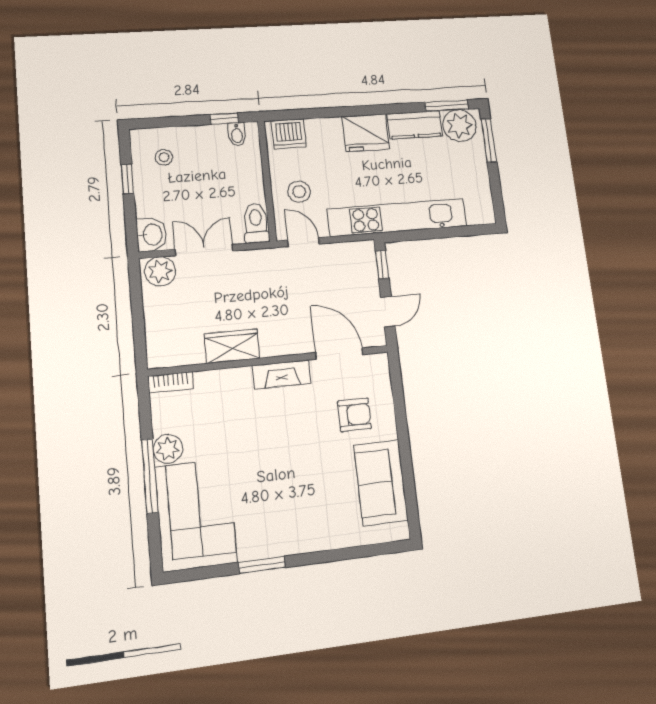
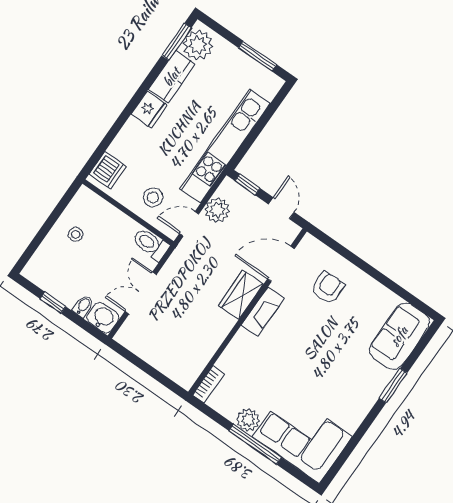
window: (224, 119) -> (62, 205), removed
fridge: (366, 133) -> (149, 110), width x0.73, depth x0.75
bidet: (237, 134) -> (83, 306), moved, turned -90
window: (489, 140) -> (258, 56), moved
stool: (164, 157) -> (76, 234), moved
plant: (160, 271) -> (217, 210), moved
wardrobe: (232, 346) -> (241, 295), moved
sofa: (381, 483) -> (399, 336), moved, turned 90
window: (262, 565) -> (393, 386), moved

